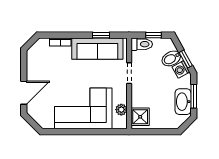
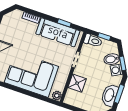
plant: (121, 110) -> (57, 96), moved
shower: (140, 117) -> (77, 83), moved

